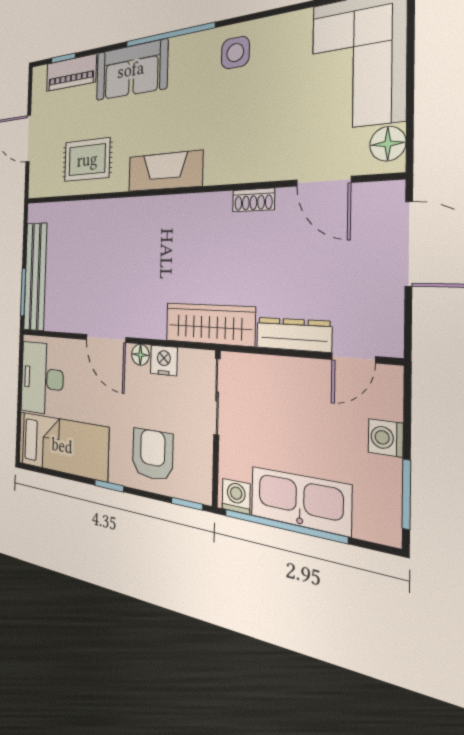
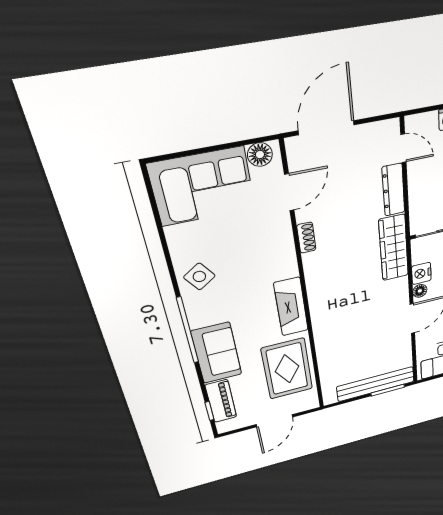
side table: (235, 53) -> (199, 276), turned -34
rug: (87, 160) -> (287, 369), width x1.36, depth x1.43

